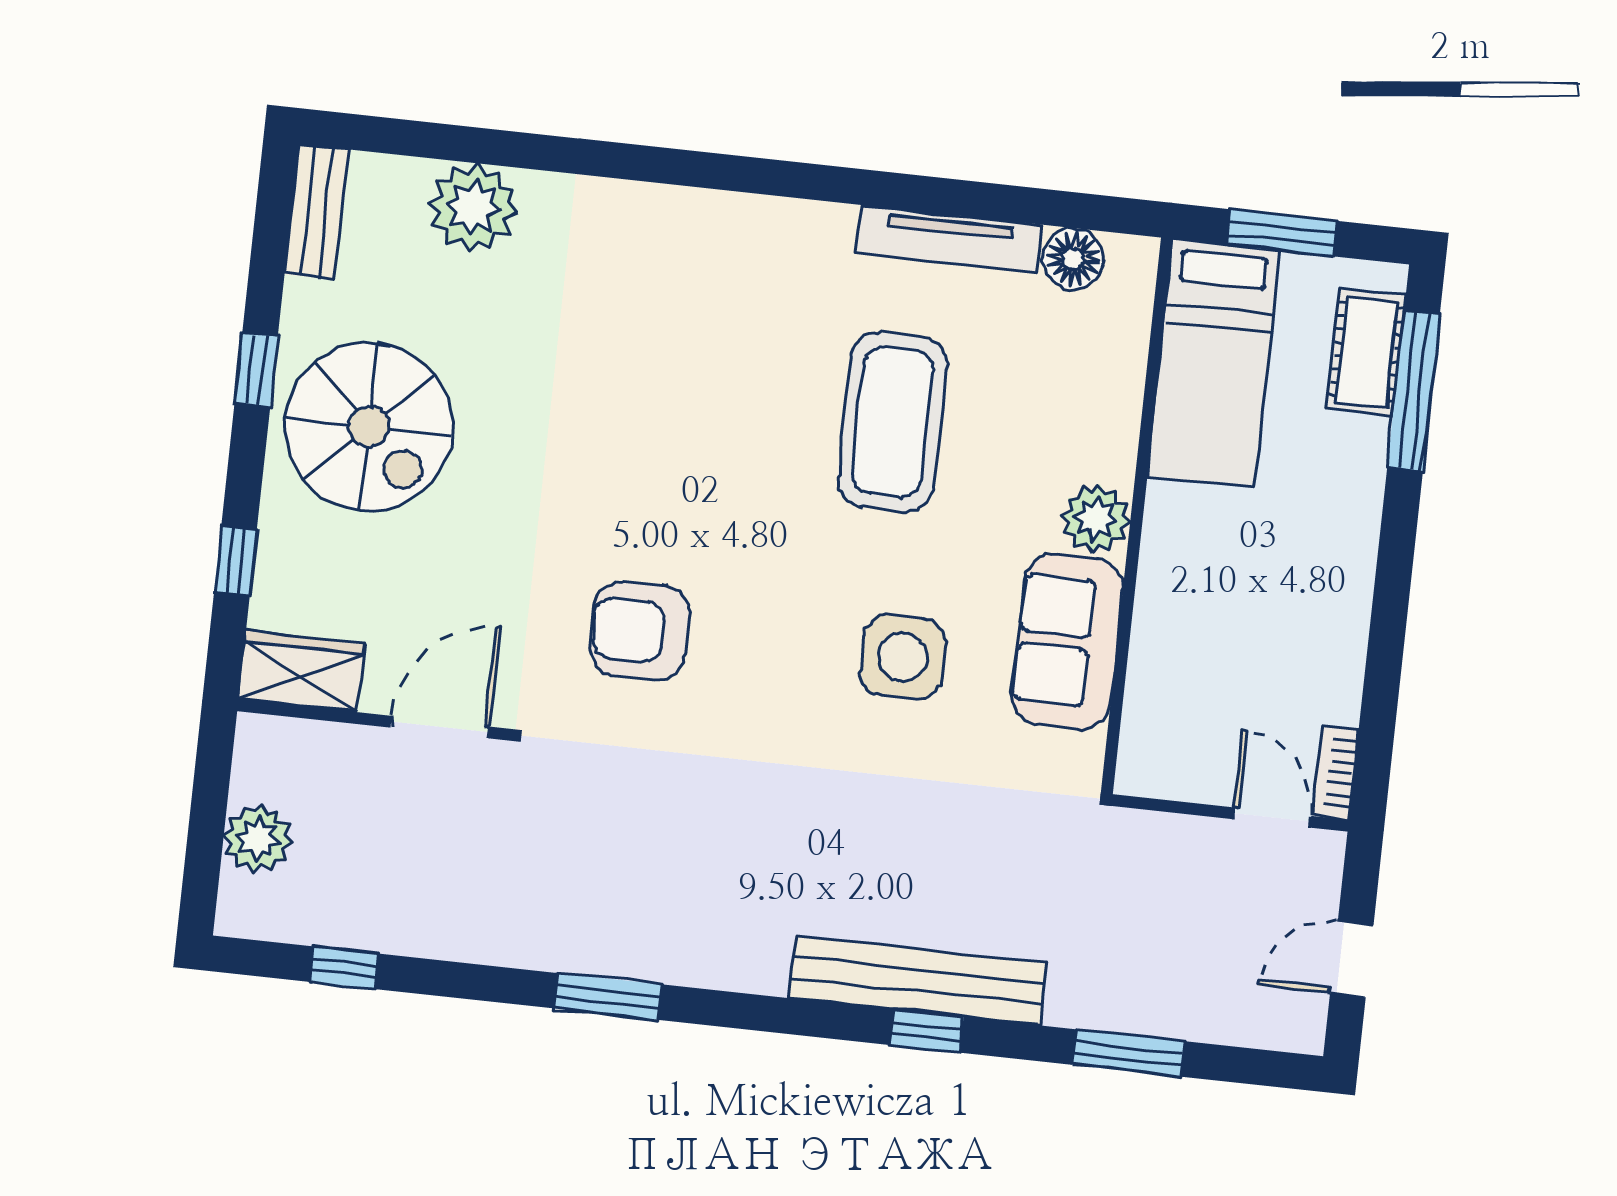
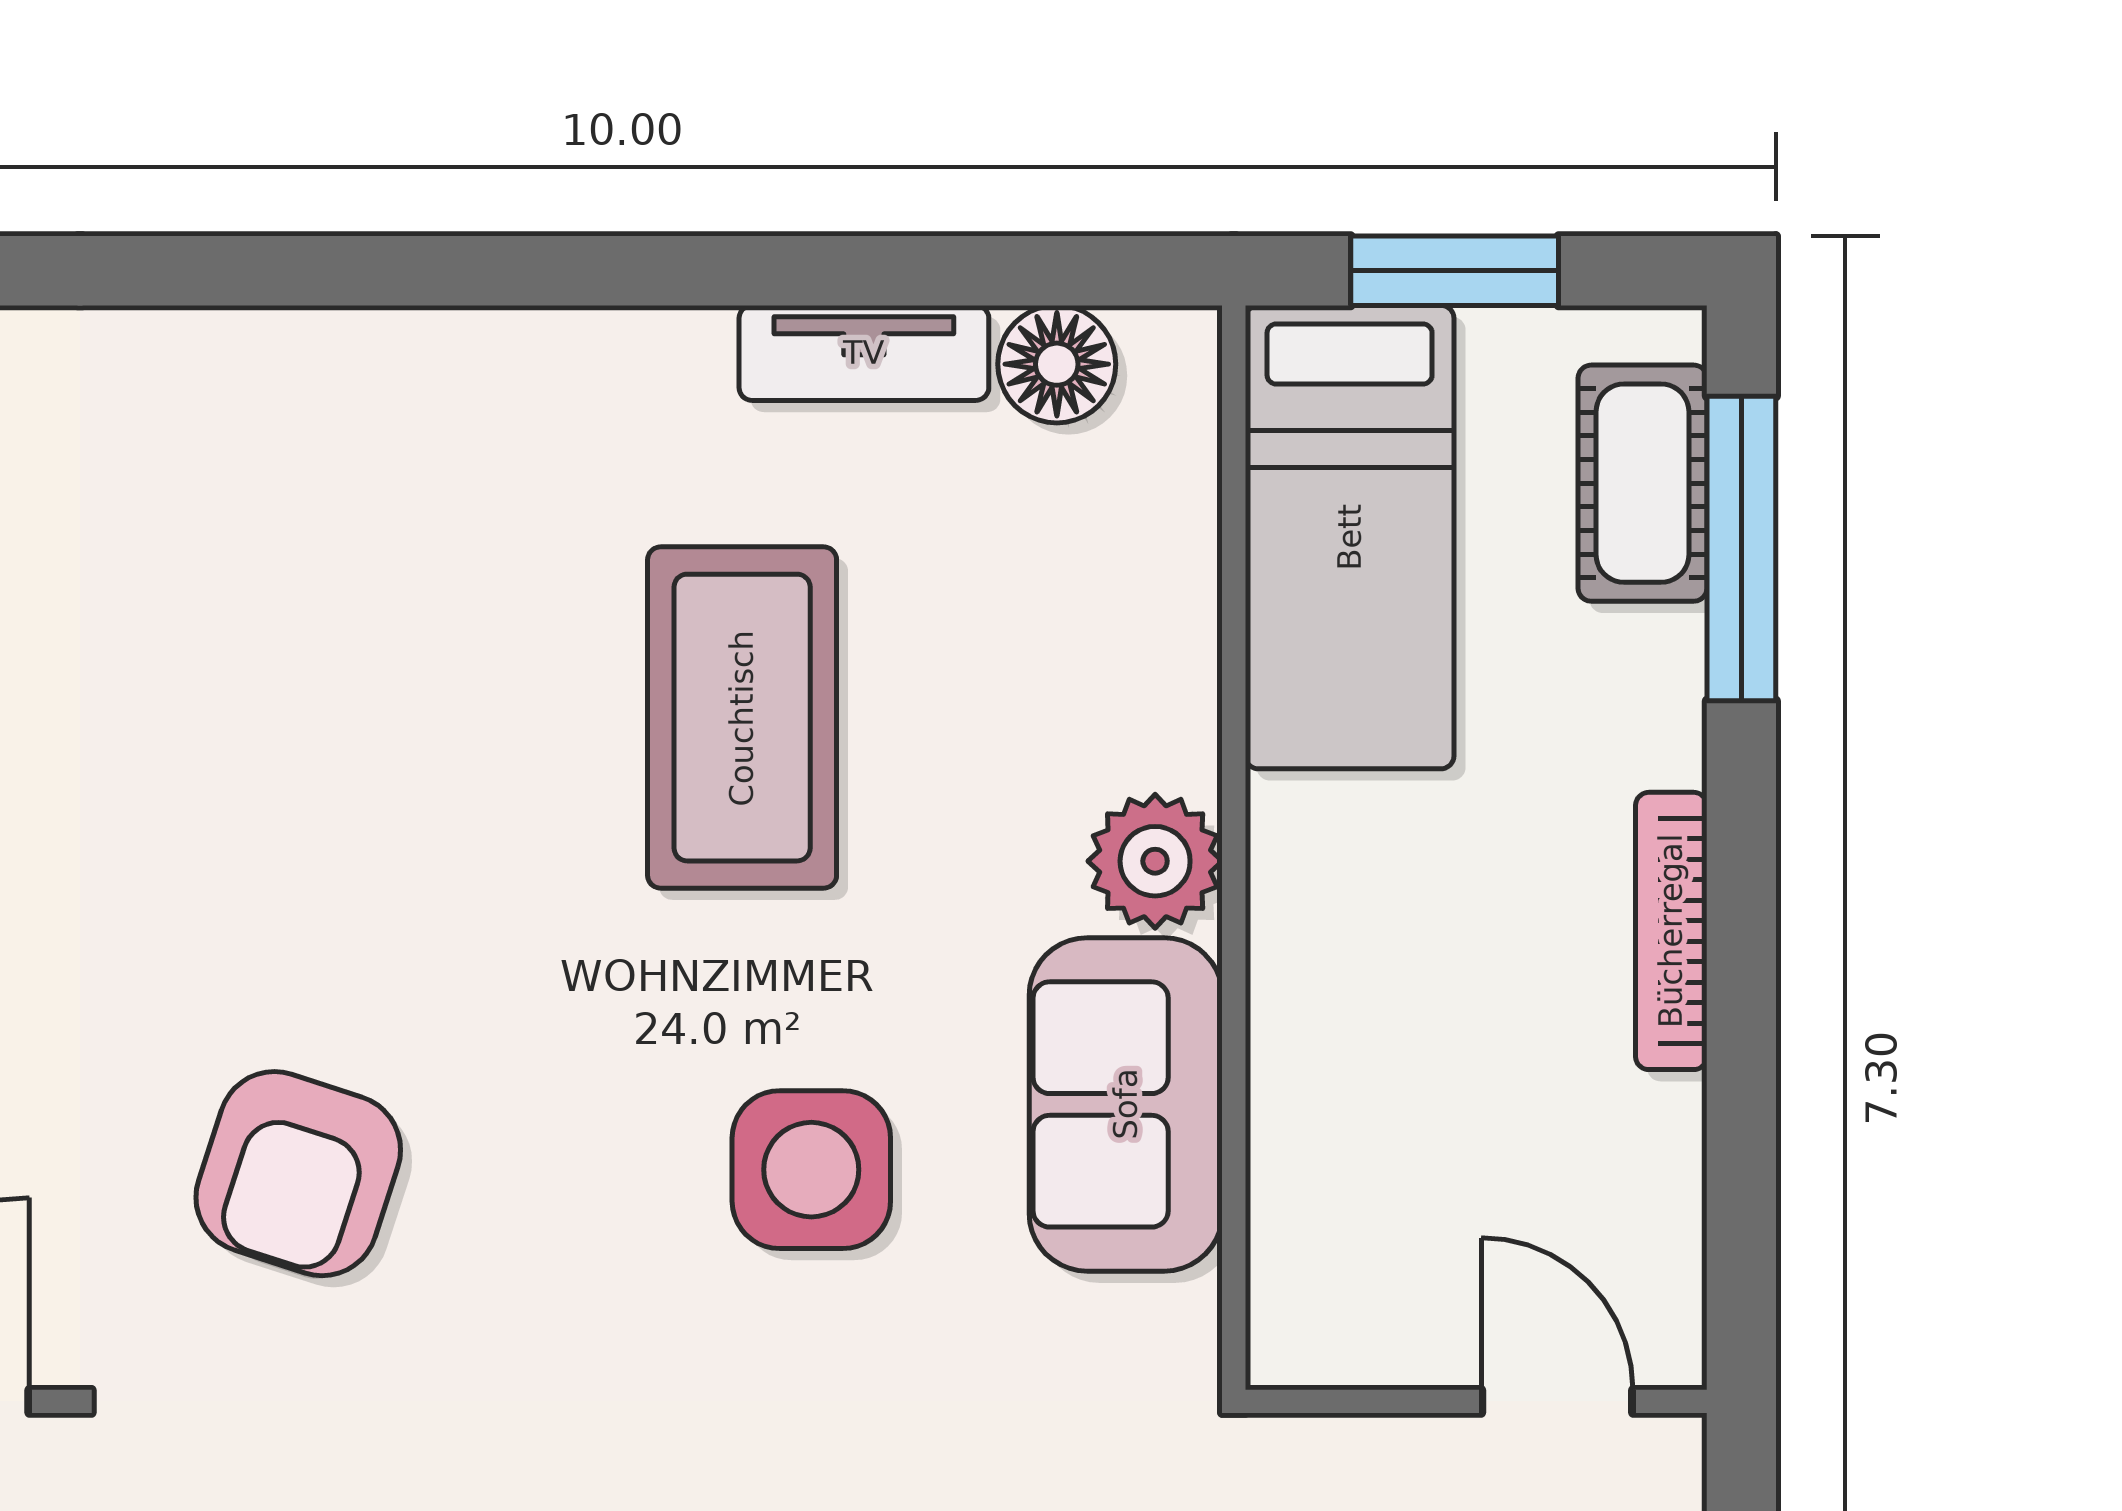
tv unit: (949, 239) -> (864, 353), width x0.71
armchair: (640, 631) -> (298, 1174), turned -71
bookcase: (1336, 772) -> (1671, 931), moved, width x1.56

